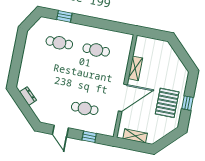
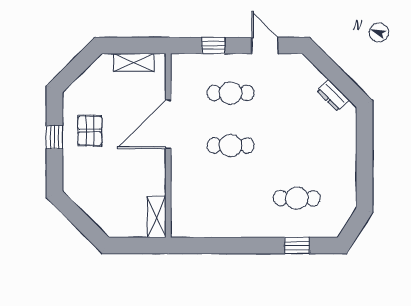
cafe table: (96, 50) -> (231, 146), moved
shelving: (135, 68) -> (157, 217), moved
pallet: (167, 103) -> (90, 131), width x0.67, depth x0.71

